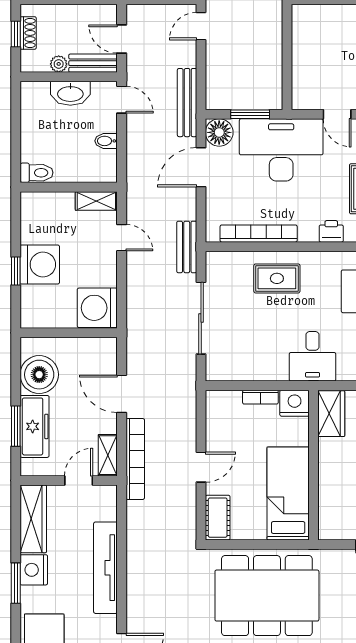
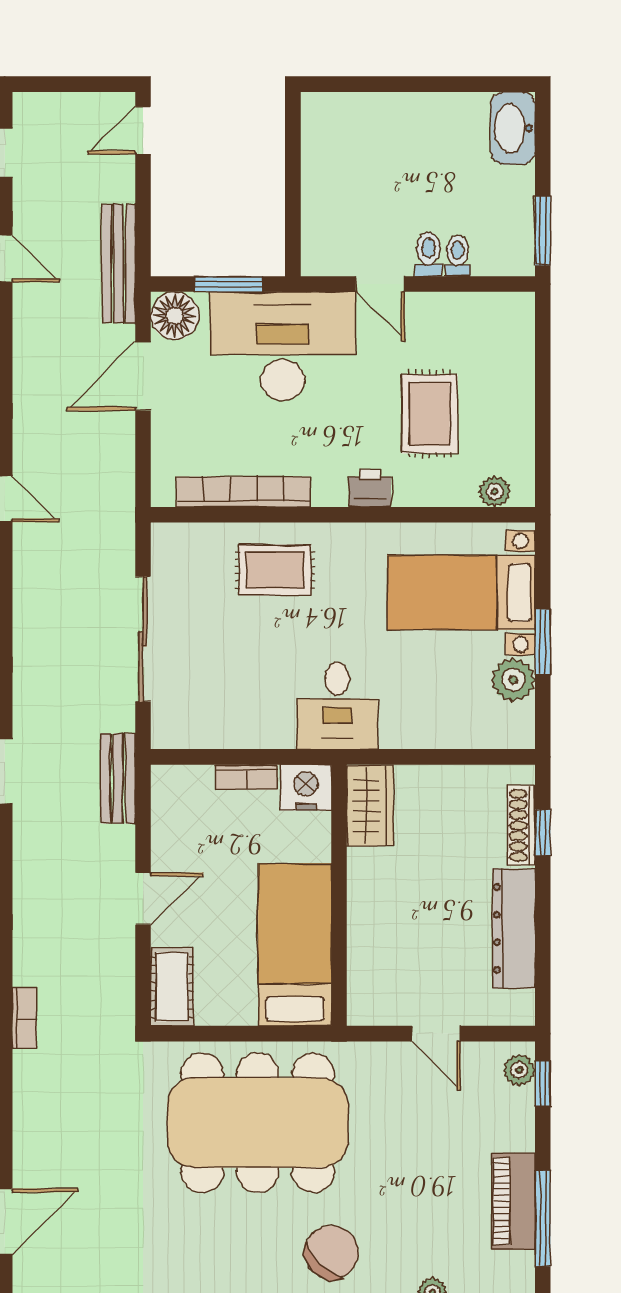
bench: (187, 247) -> (118, 778), moved
bookcase: (135, 459) -> (25, 1018), moved, width x0.43, depth x0.76

